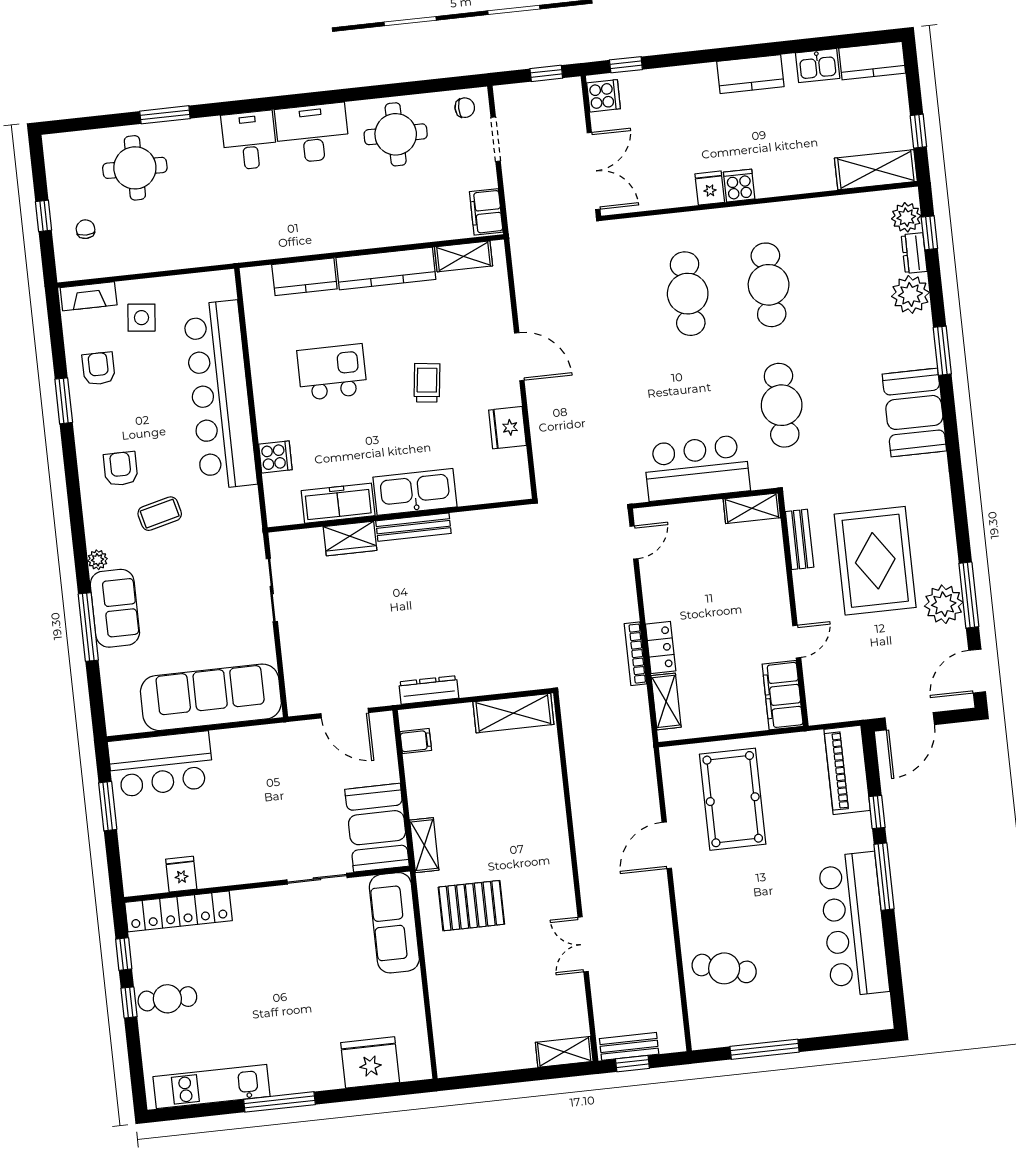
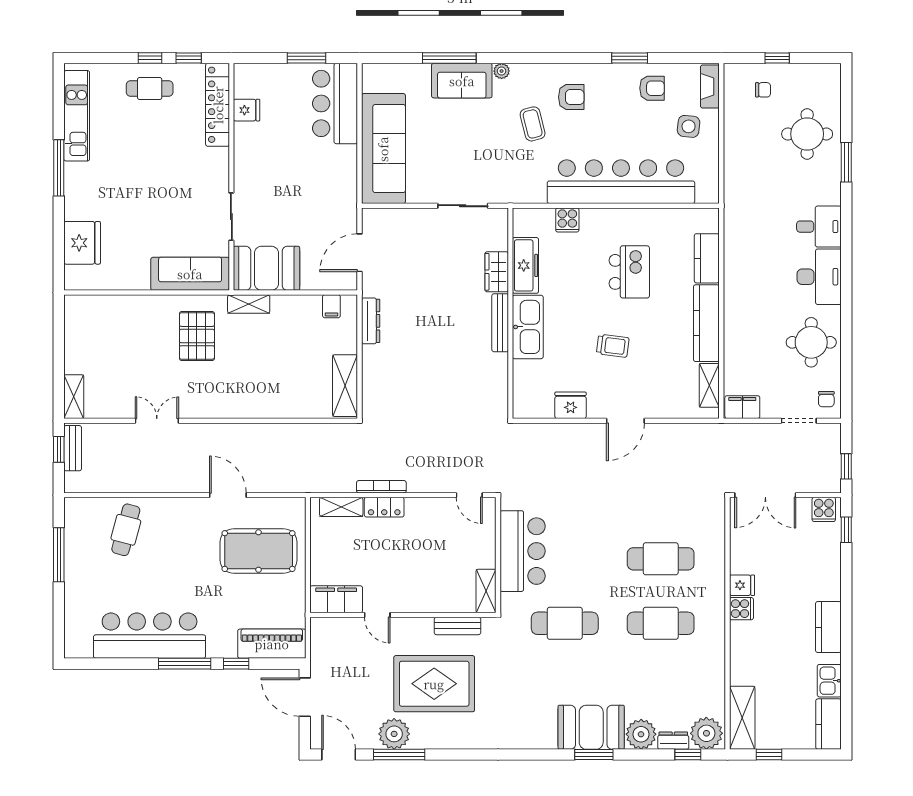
plant: (906, 217) -> (706, 733), width x1.36, depth x1.36
booth: (914, 412) -> (591, 727), moved
cafe table: (167, 999) -> (150, 89), turned 90

